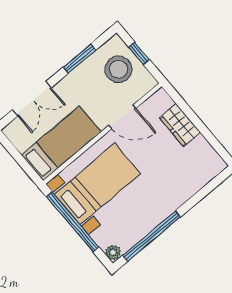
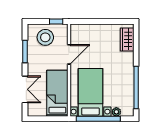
window: (139, 53) -> (56, 22), moved
wardrobe: (180, 125) -> (127, 39), moved, turned 90
plant: (113, 252) -> (116, 112), moved

